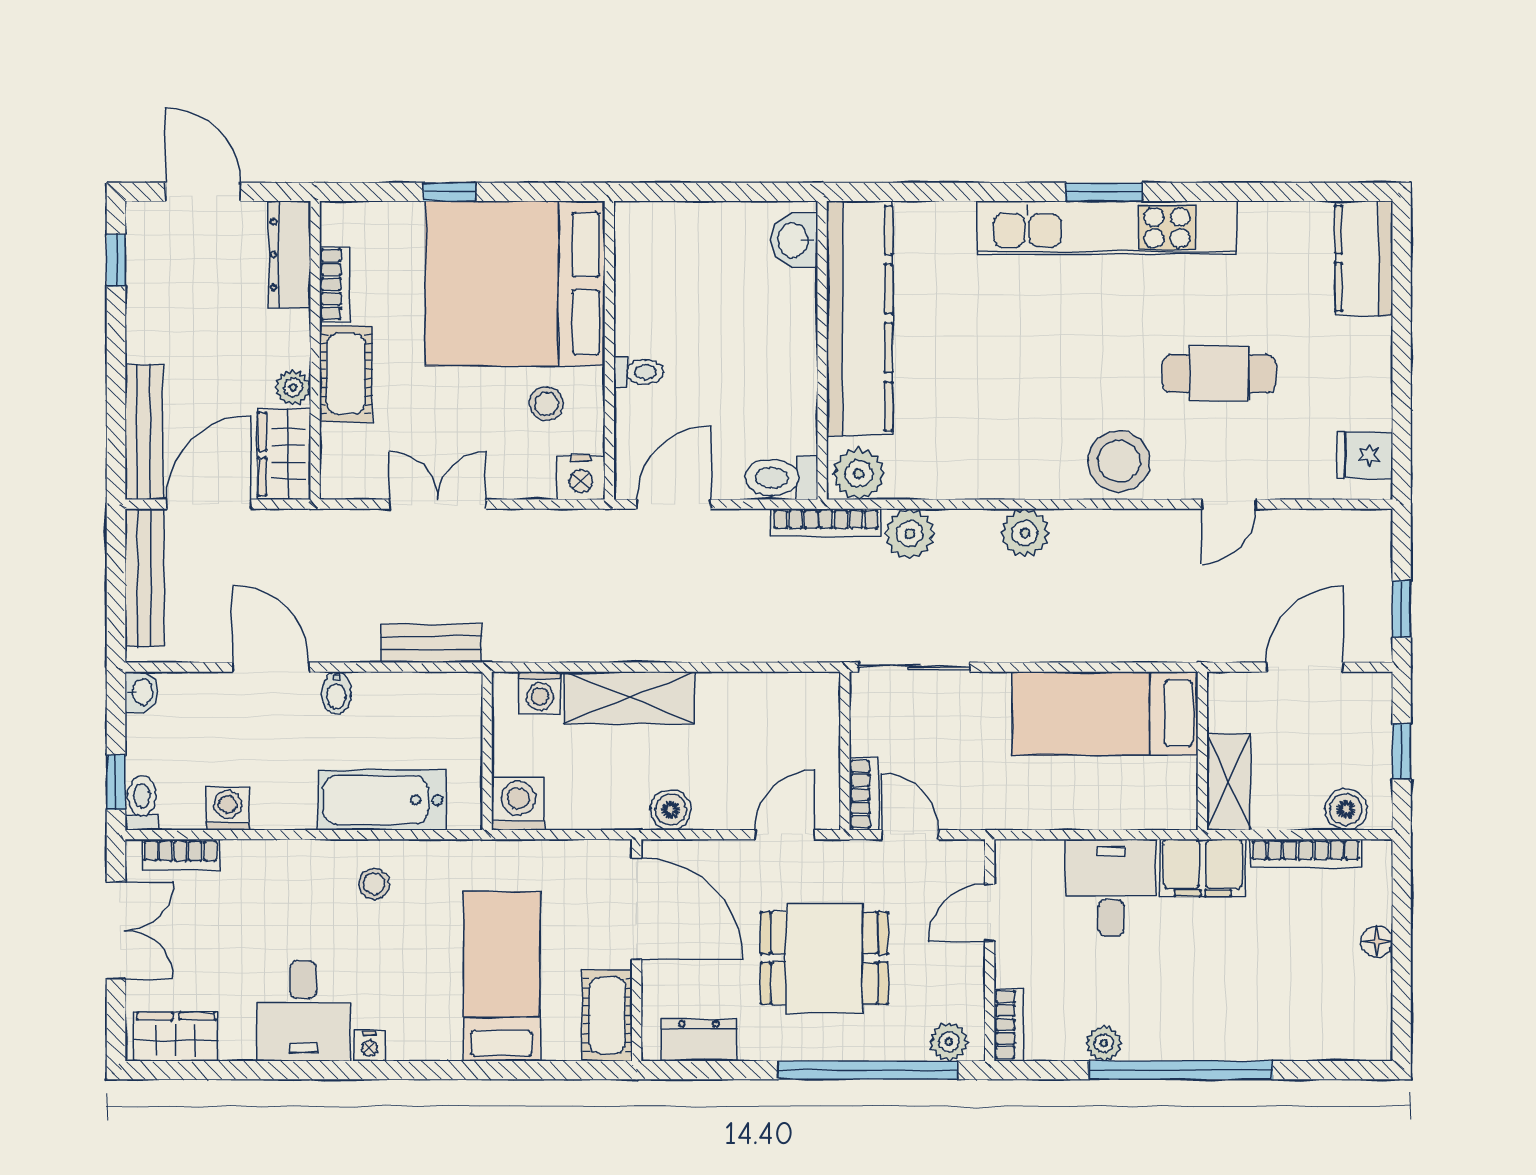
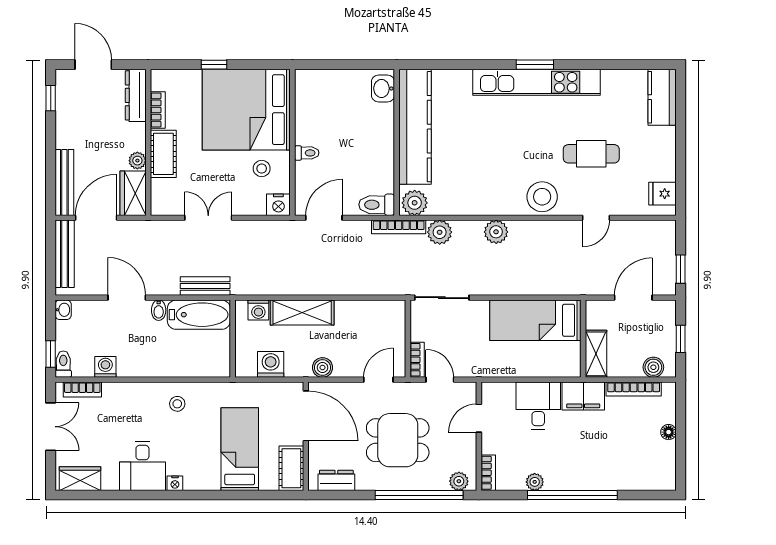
bathtub: (382, 800) -> (199, 315), moved, turned 180
washing machine: (518, 804) -> (271, 364), moved

